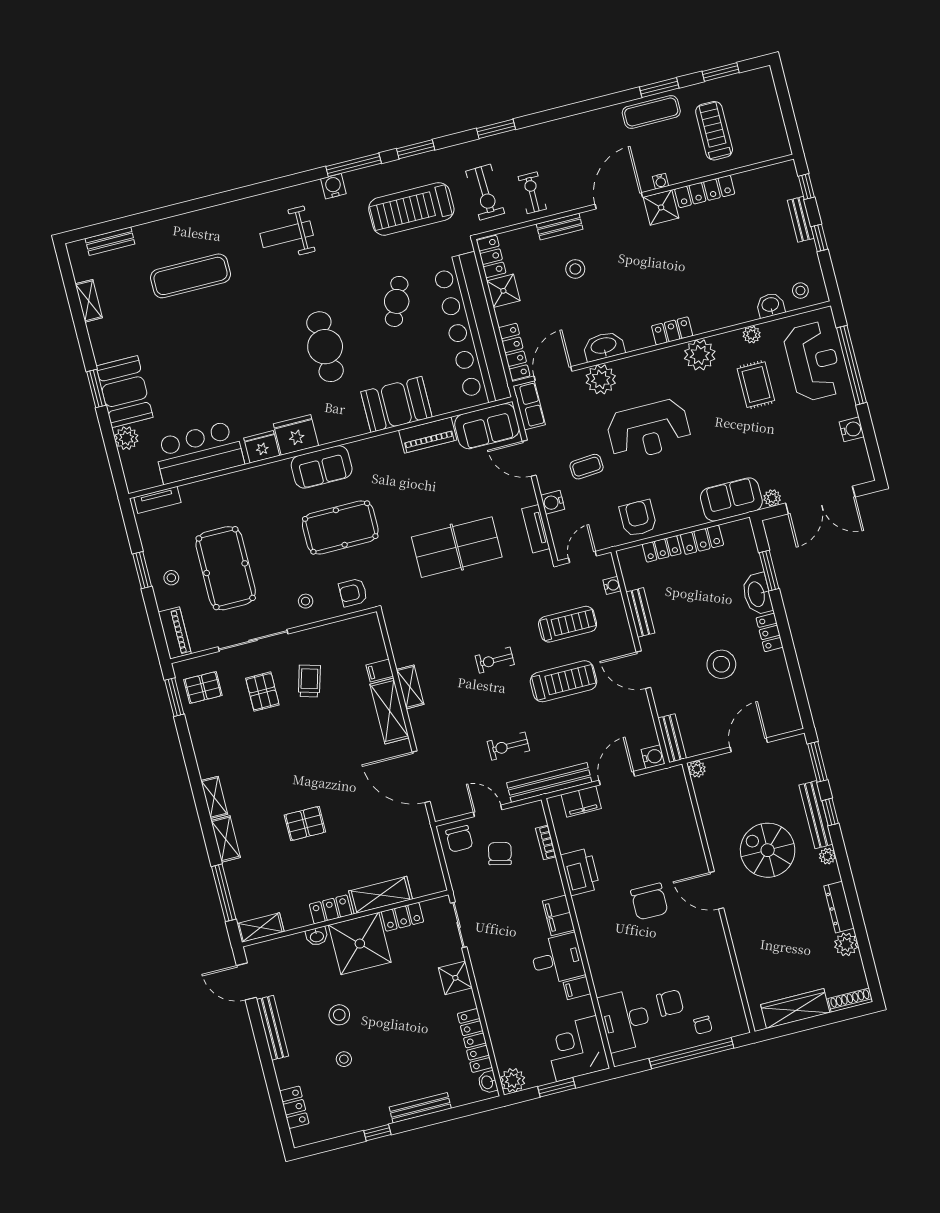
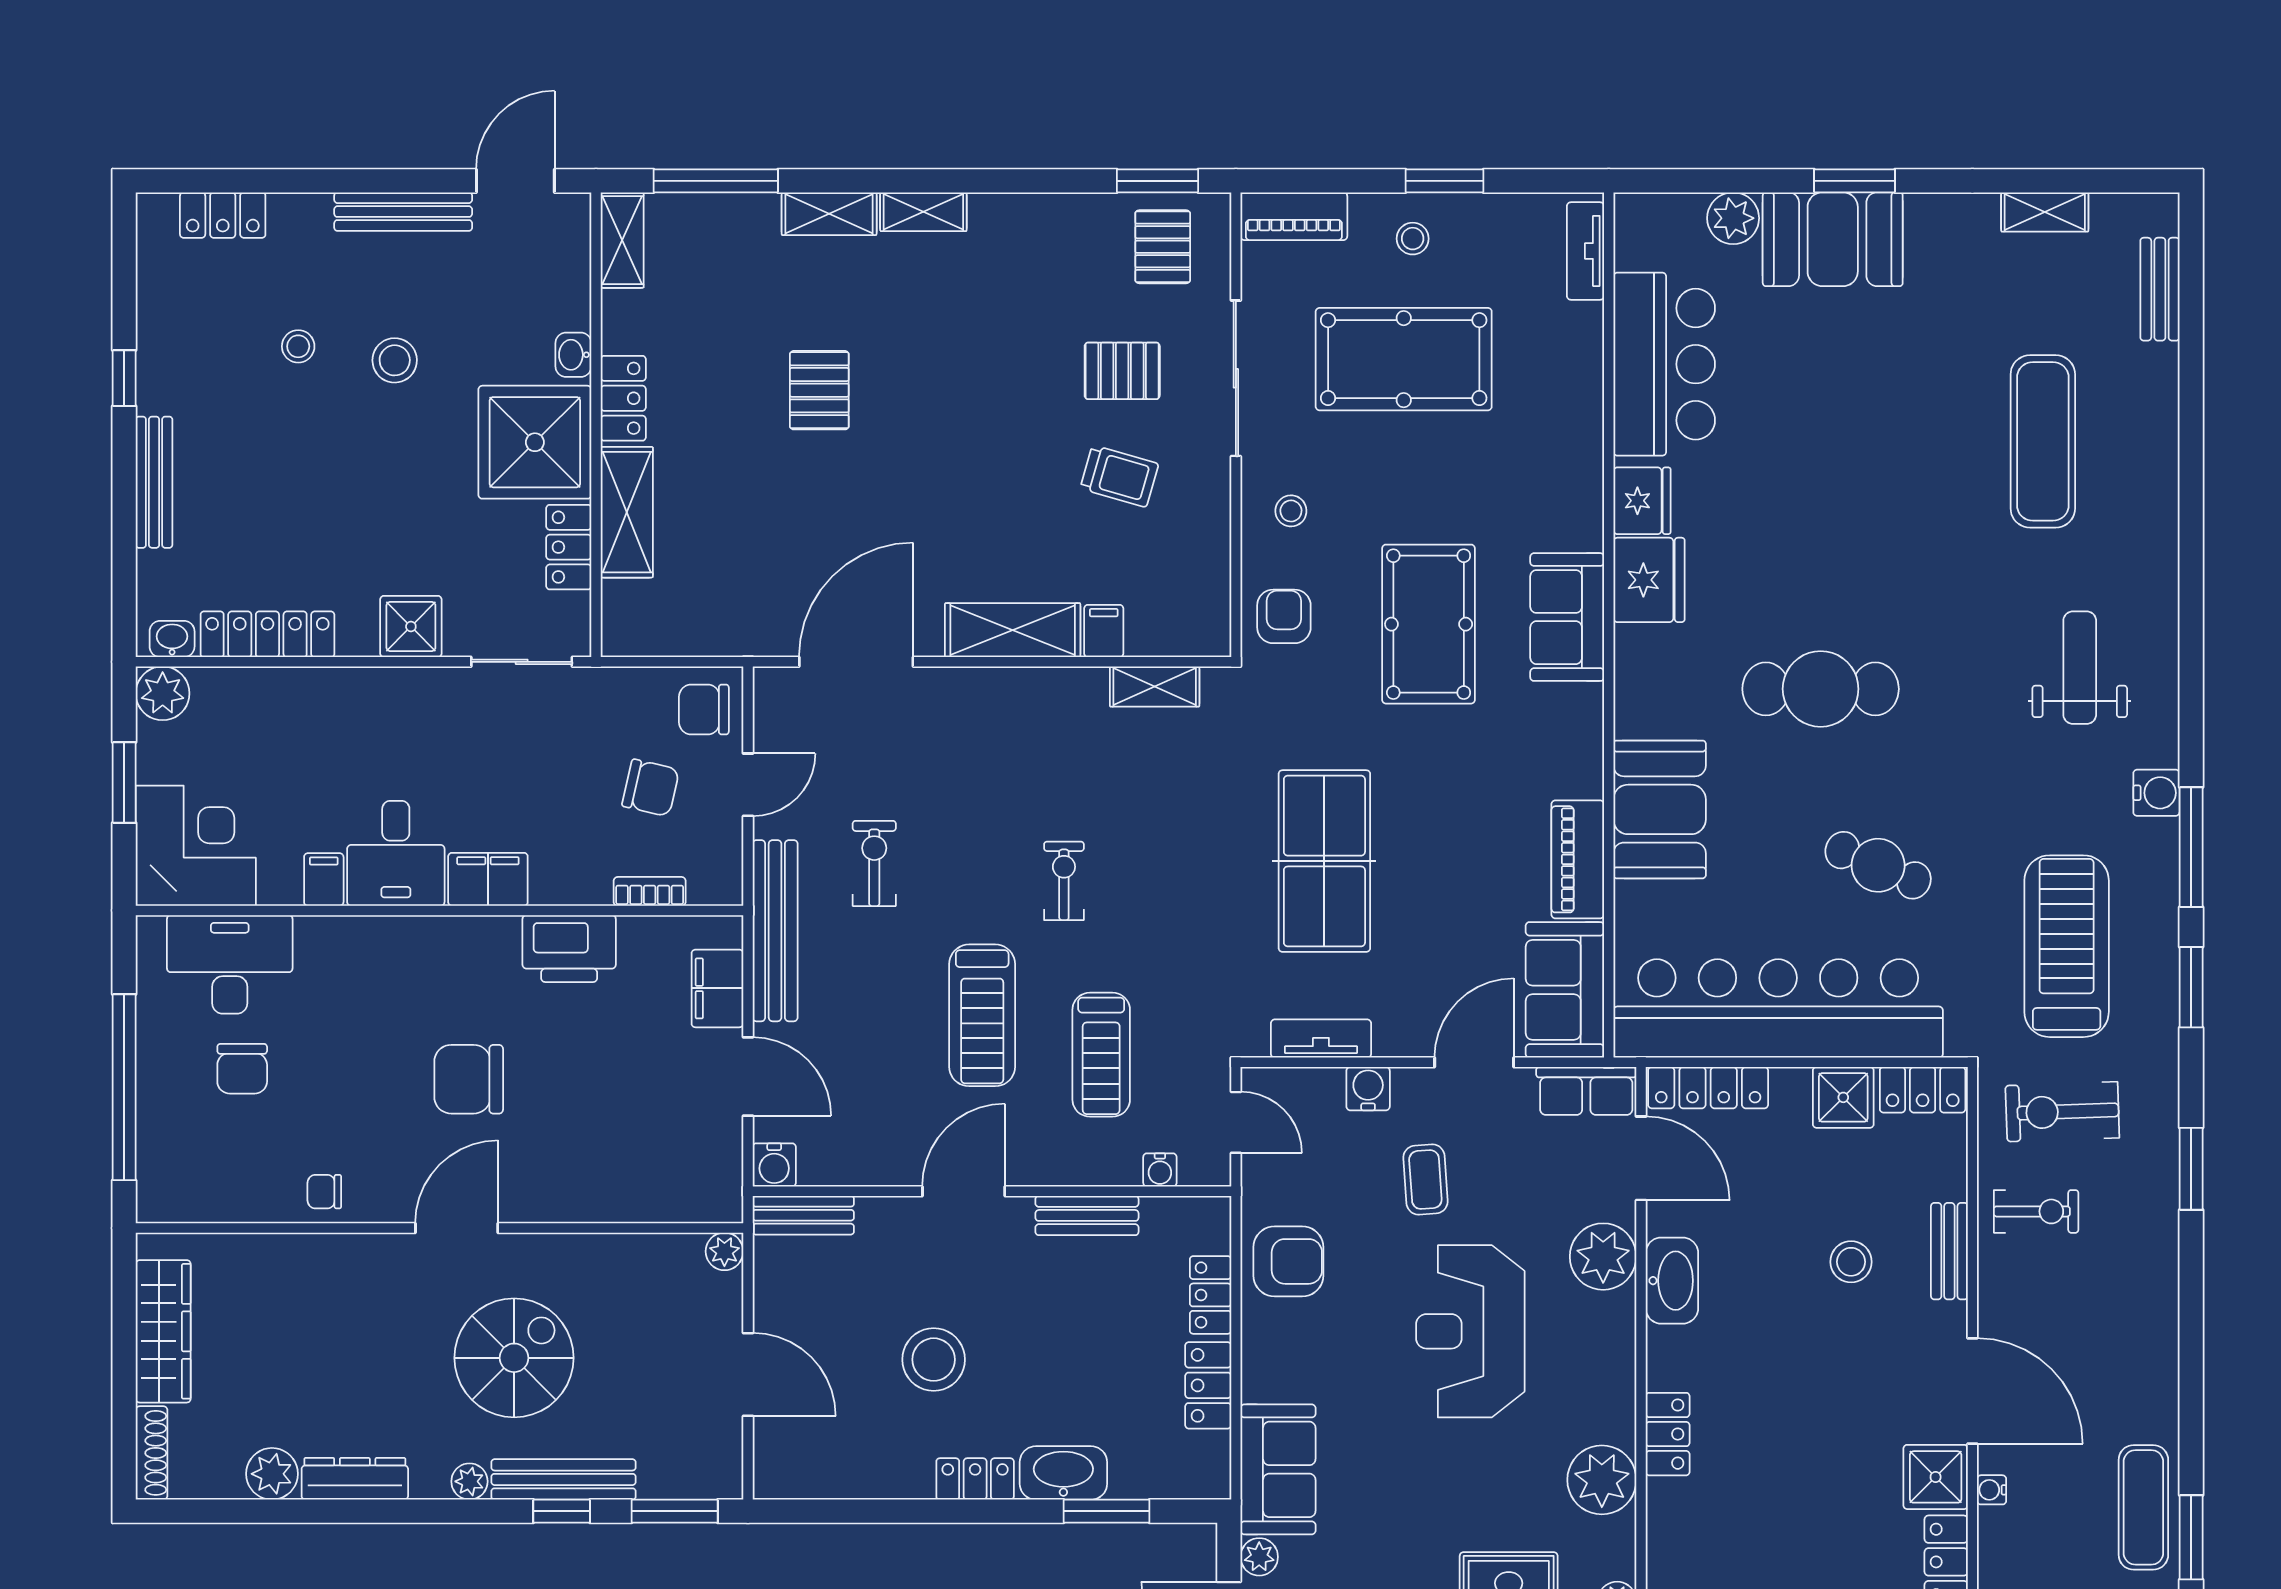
shelving: (410, 687) -> (1155, 687), moved
chair: (703, 1025) -> (324, 1192), moved

